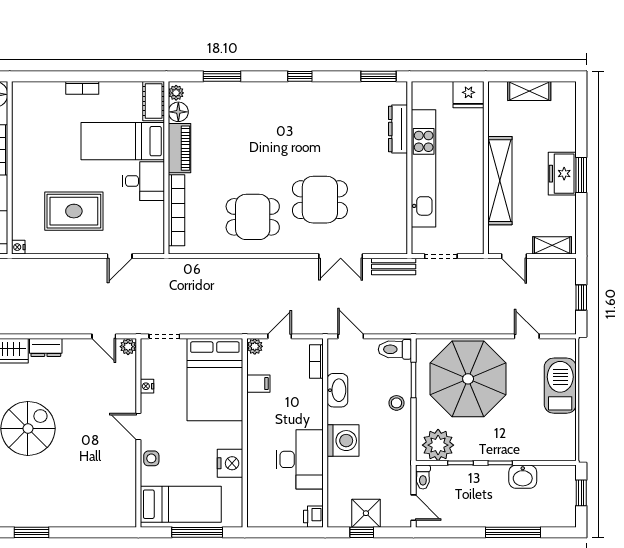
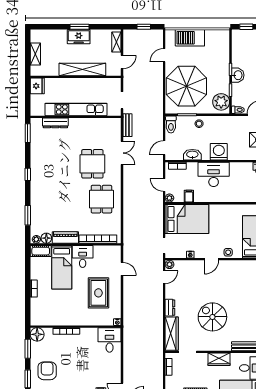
desk: (300, 459) -> (214, 174), moved
nightstand: (230, 463) -> (231, 211), removed
washbasin: (523, 477) -> (238, 75), moved

